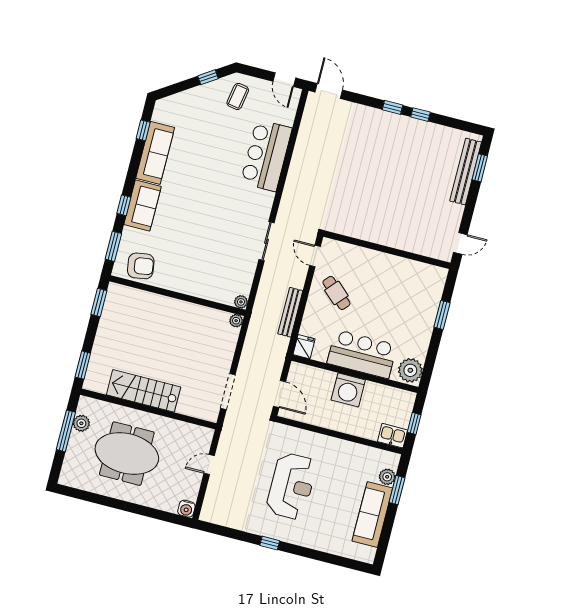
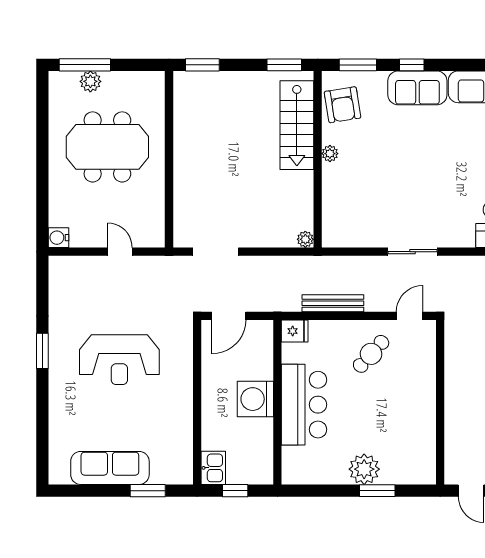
plant: (241, 302) -> (330, 154), moved
plant: (410, 370) -> (364, 469), moved
stairs: (144, 391) -> (297, 125), moved, turned 180
plant: (81, 423) -> (90, 81), moved
window: (66, 431) -> (85, 65), moved
meeting table: (127, 454) -> (107, 147), turned 90
plant: (387, 477) -> (161, 474), removed
window: (270, 543) -> (42, 351), width x1.50

